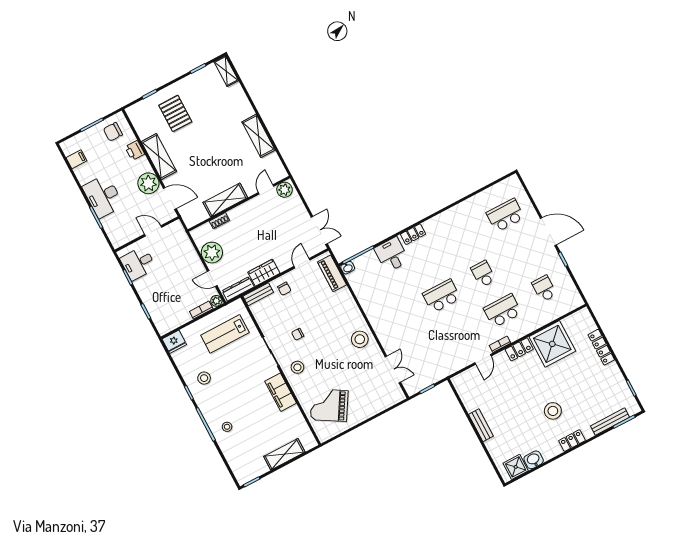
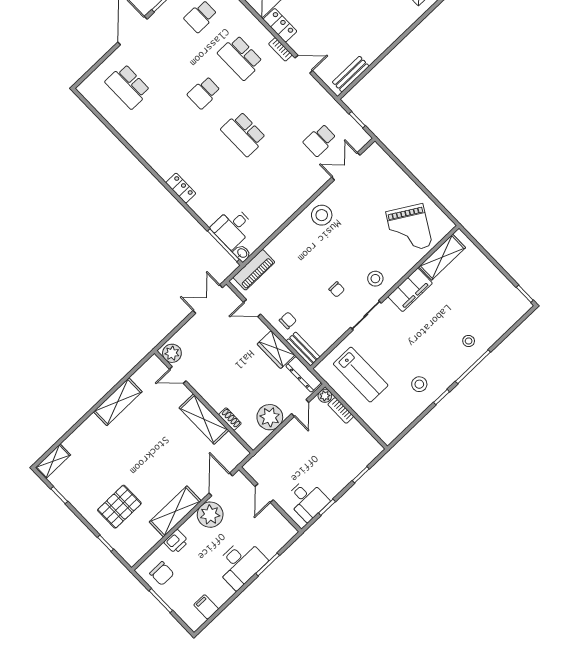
desk: (392, 255) -> (233, 228), moved
fridge: (174, 342) -> (387, 431), removed
school desk: (419, 355) -> (320, 140), added
bench: (481, 425) -> (351, 74), moved
shelving: (284, 454) -> (442, 257), moved, turned 90

